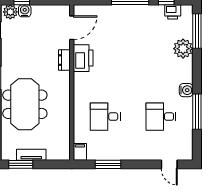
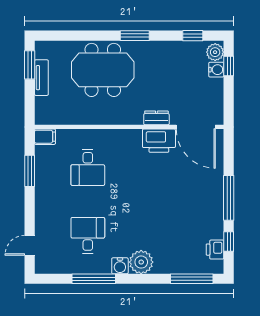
door: (72, 28) -> (196, 127), width x1.36
plant: (183, 49) -> (141, 262), moved
desk: (105, 117) -> (88, 168), turned 180

